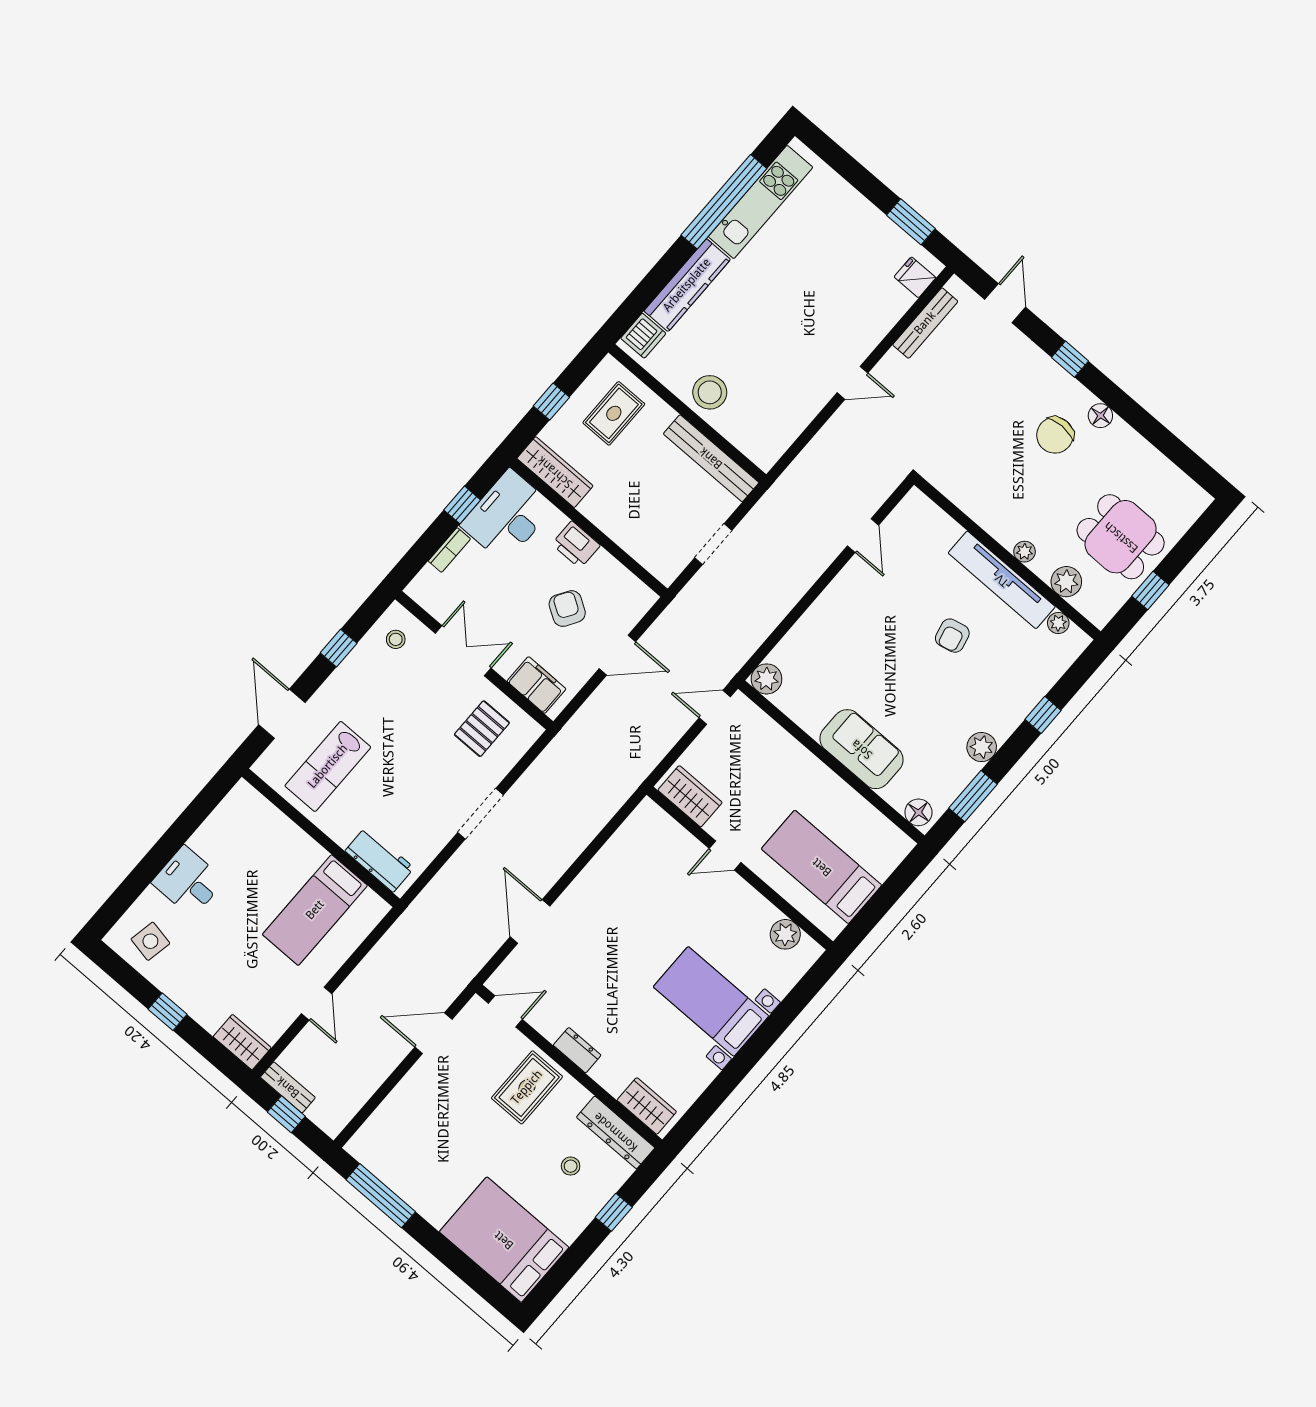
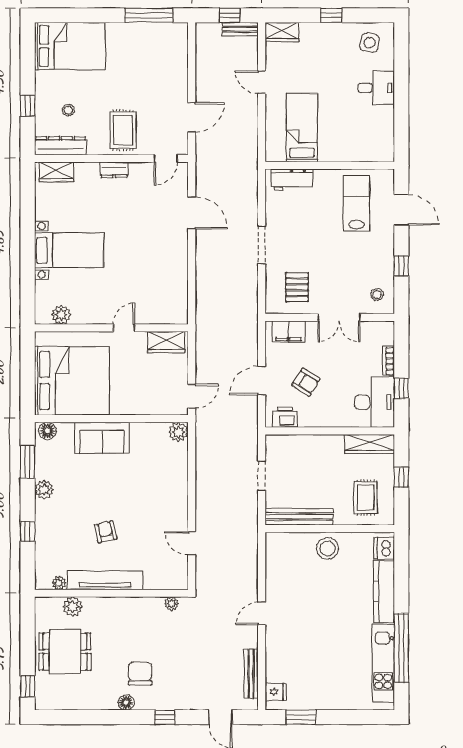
printer: (576, 545) -> (285, 417), moved
plant: (1024, 552) -> (172, 604), moved
window: (1150, 591) -> (28, 686), moved
bed: (822, 867) -> (72, 381), width x2.04

